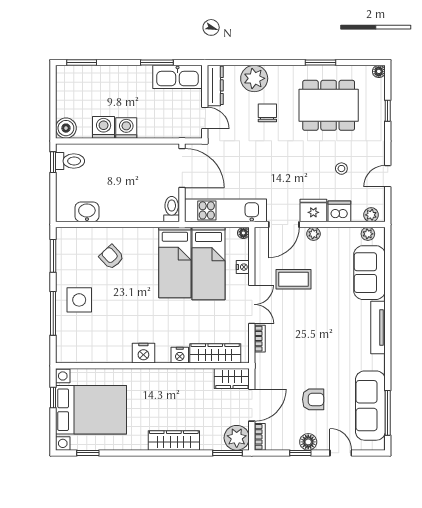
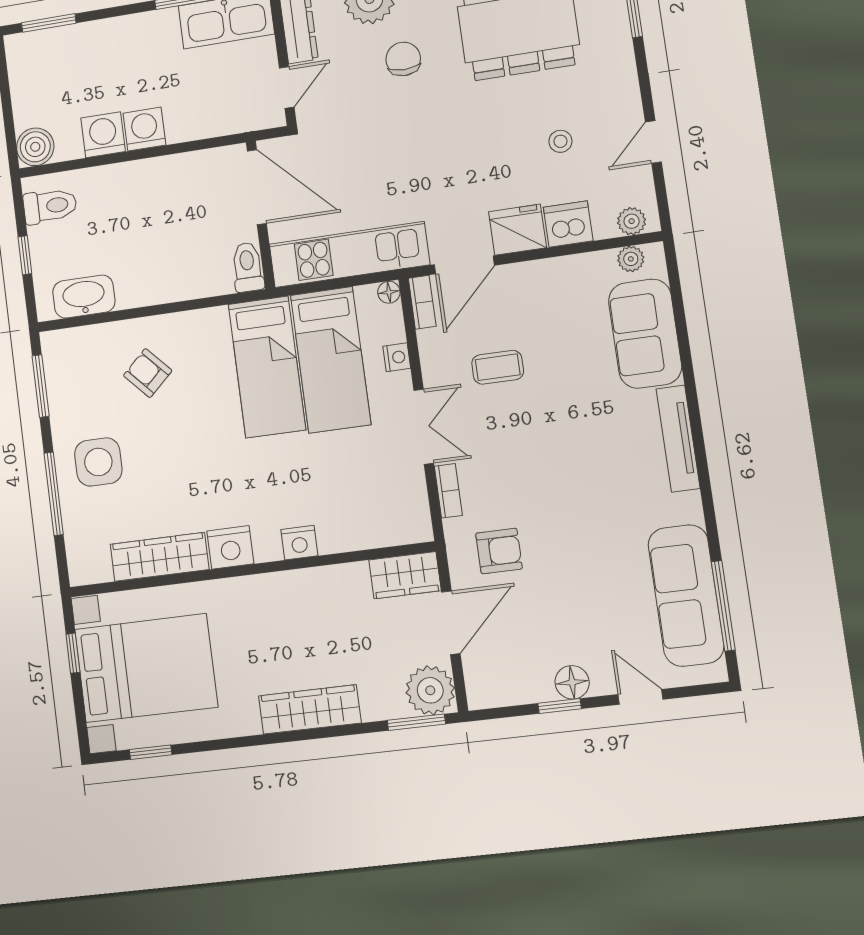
door: (205, 118) -> (287, 87), hinge flipped
window: (53, 162) -> (25, 255), moved
washbasin: (87, 212) -> (84, 297), width x1.38
plant: (313, 234) -> (524, 274), removed
coffee table: (293, 279) -> (498, 367), width x0.73, depth x0.77
wardrobe: (215, 353) -> (160, 557), moved
armchair: (313, 399) -> (499, 551), moved
bookcase: (260, 437) -> (422, 302), moved

